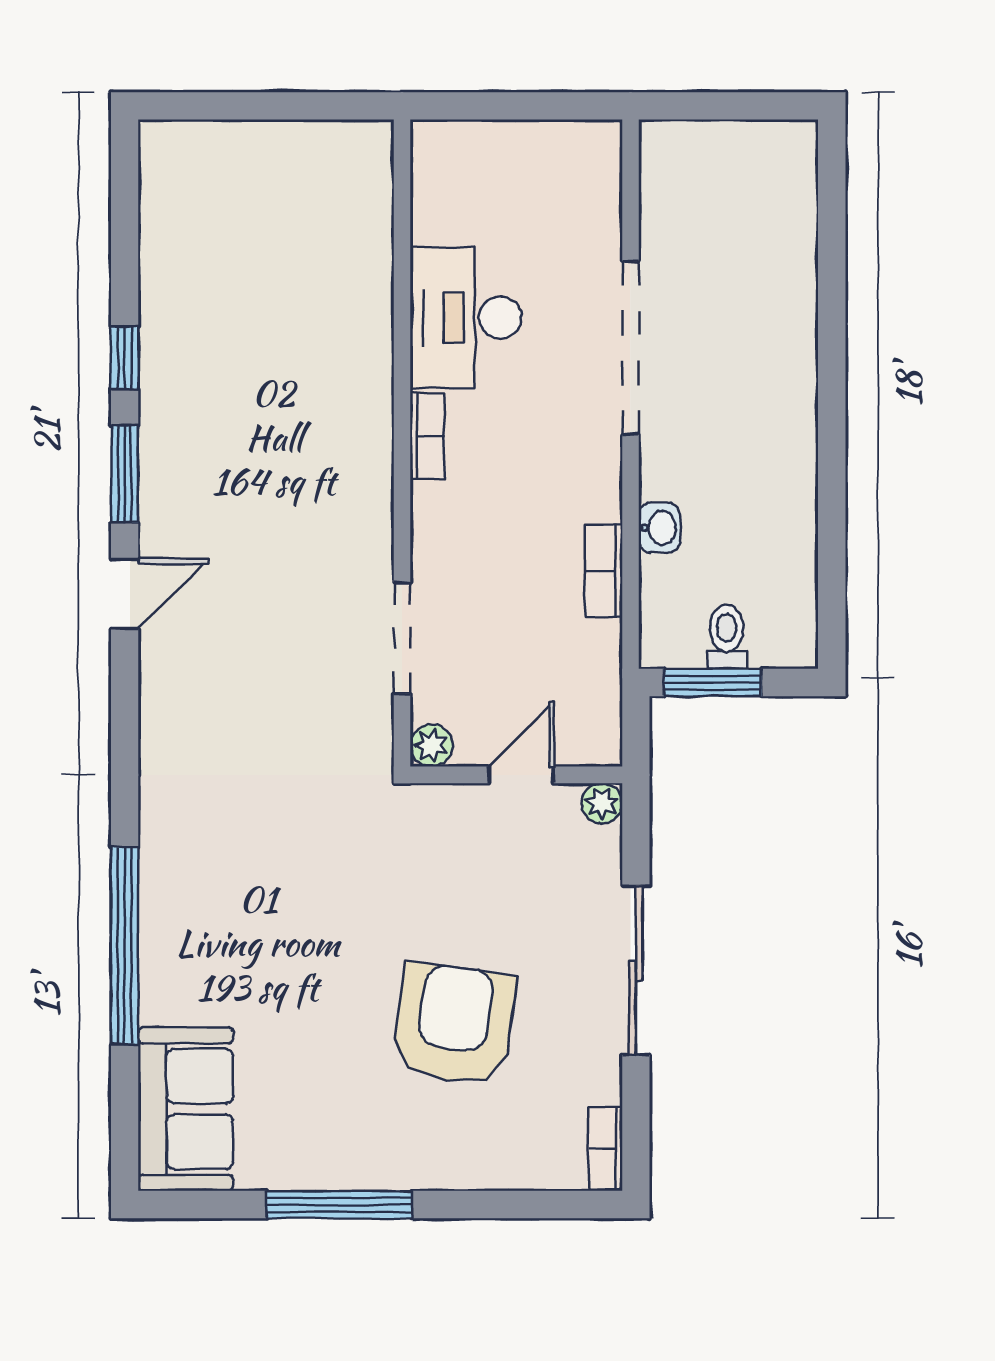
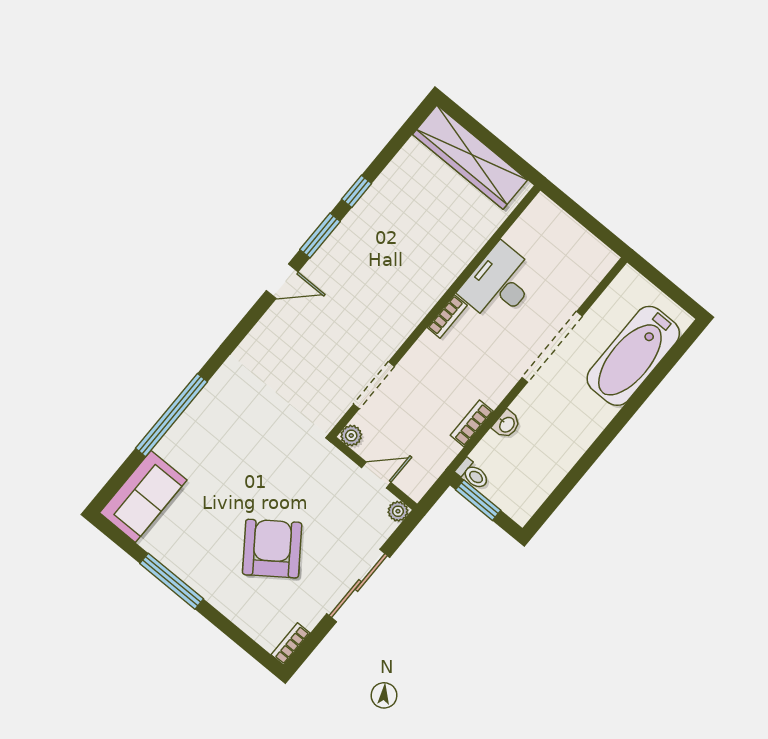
wardrobe: (257, 158) -> (470, 157), added
bathtub: (769, 257) -> (633, 356), added
toilet: (727, 637) -> (473, 474), moved, turned 90
armchair: (454, 1024) -> (272, 549), turned -44

